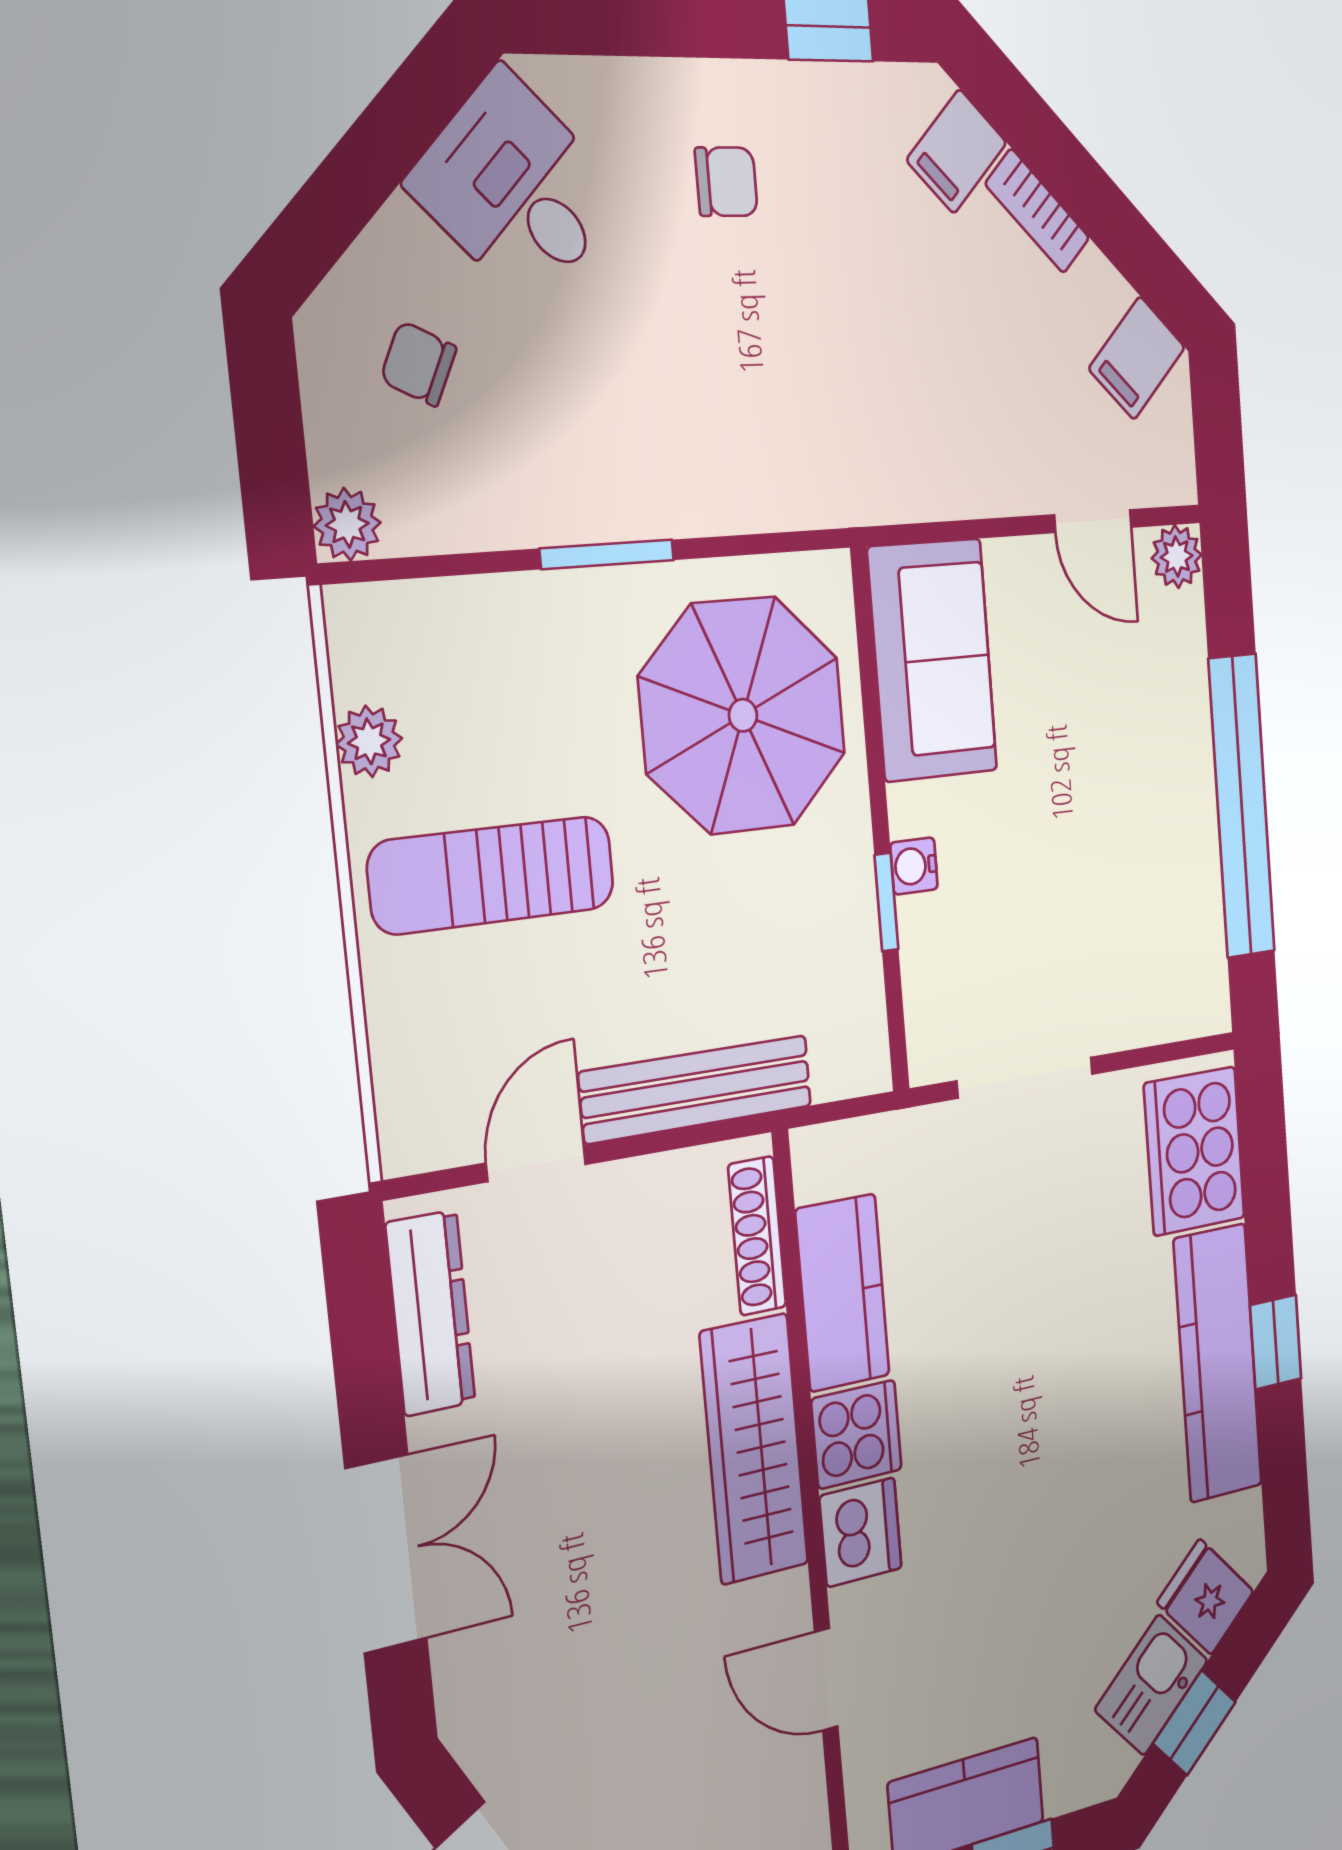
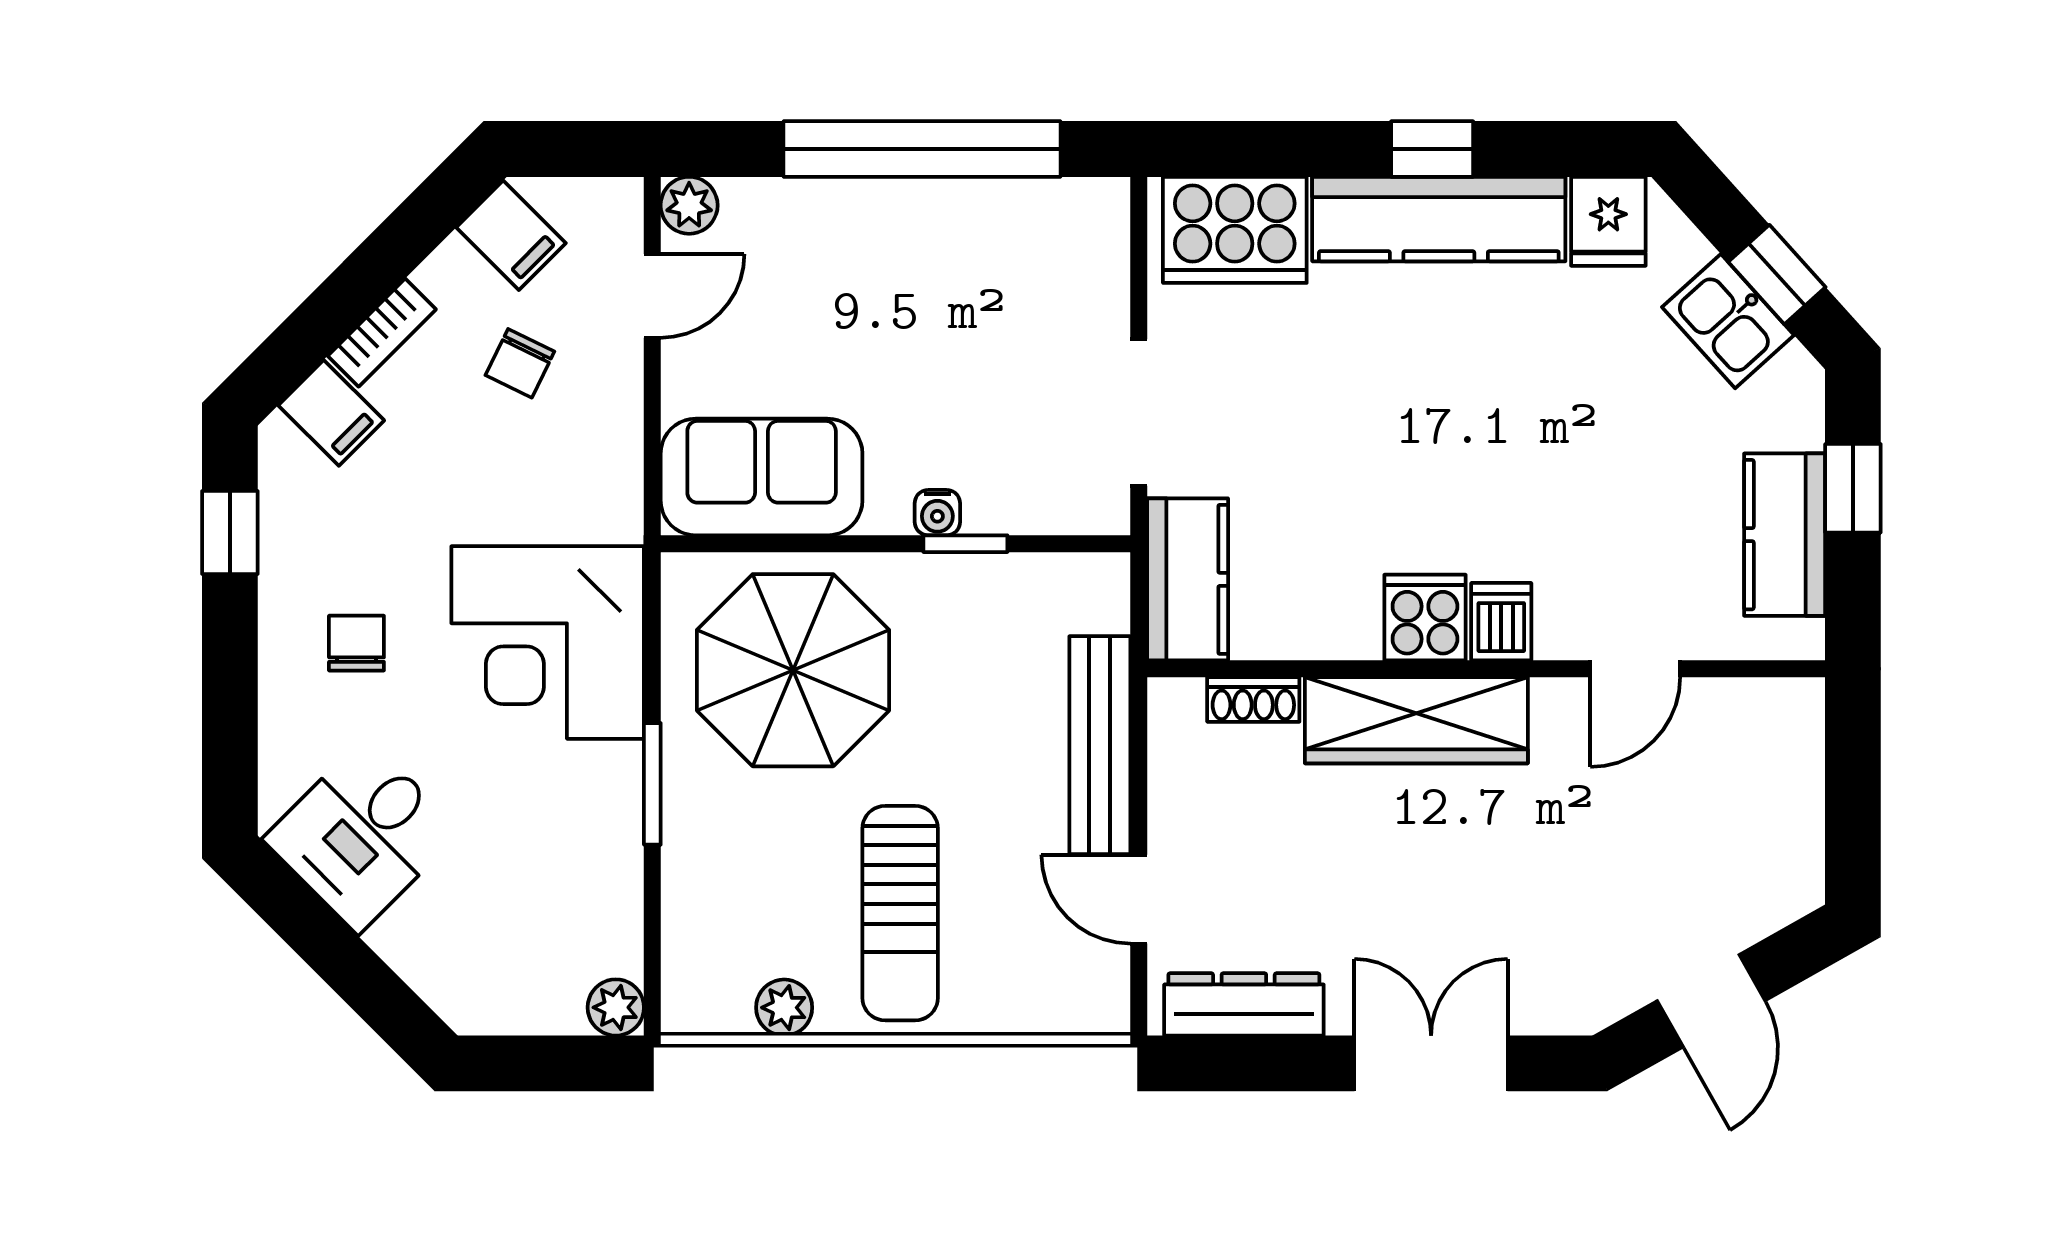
chair: (419, 364) -> (520, 363), moved
corner desk: (747, 417) -> (548, 643), added
shoe rack: (757, 1236) -> (1253, 699), width x0.70
kitchen counter: (843, 1293) -> (1188, 579), moved, turned 90
dishwasher: (861, 1532) -> (1501, 622), width x0.73
fridge: (1205, 1597) -> (1608, 221), moved, turned -48

